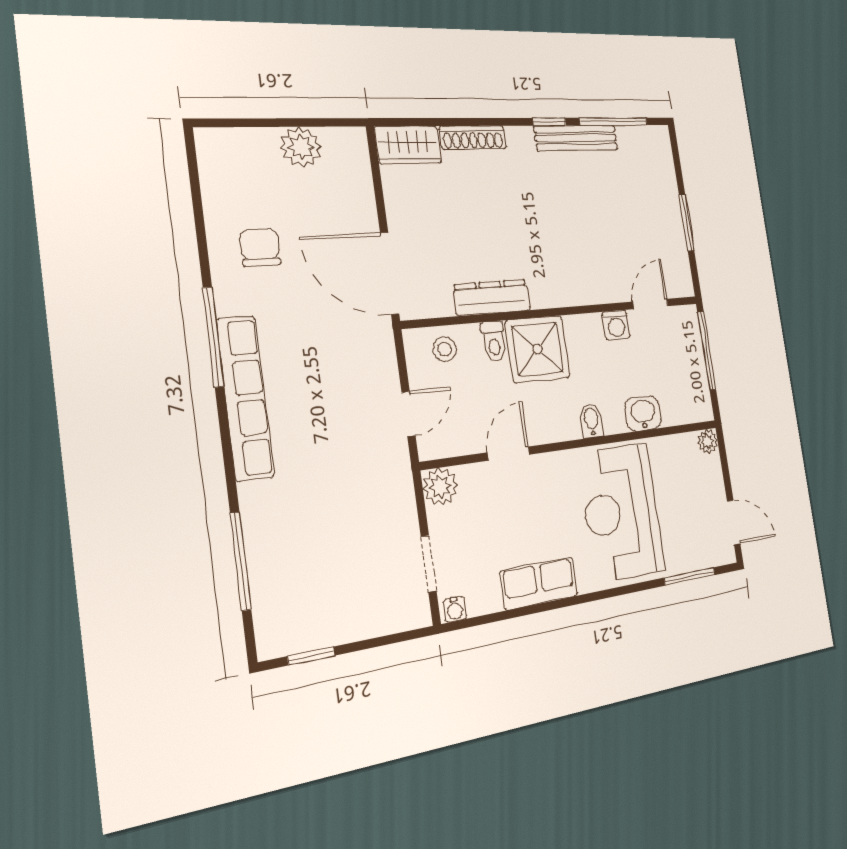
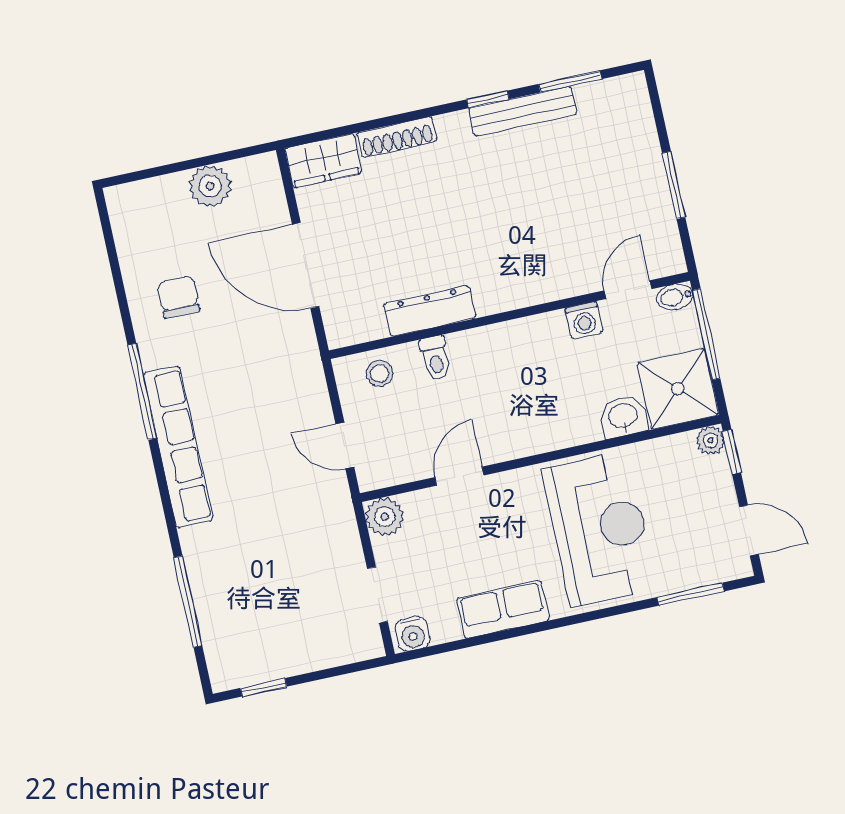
window: (613, 122) -> (570, 81), width x0.69
door: (390, 273) -> (306, 265), moved
shower: (537, 349) -> (678, 389), moved
door: (409, 414) -> (345, 445), swing flipped
bidet: (591, 421) -> (675, 297), moved, turned -90
window: (723, 453) -> (732, 452), added
reception desk: (621, 512) -> (599, 529), turned 180
water cooler: (455, 609) -> (412, 634), width x1.38, depth x1.38

